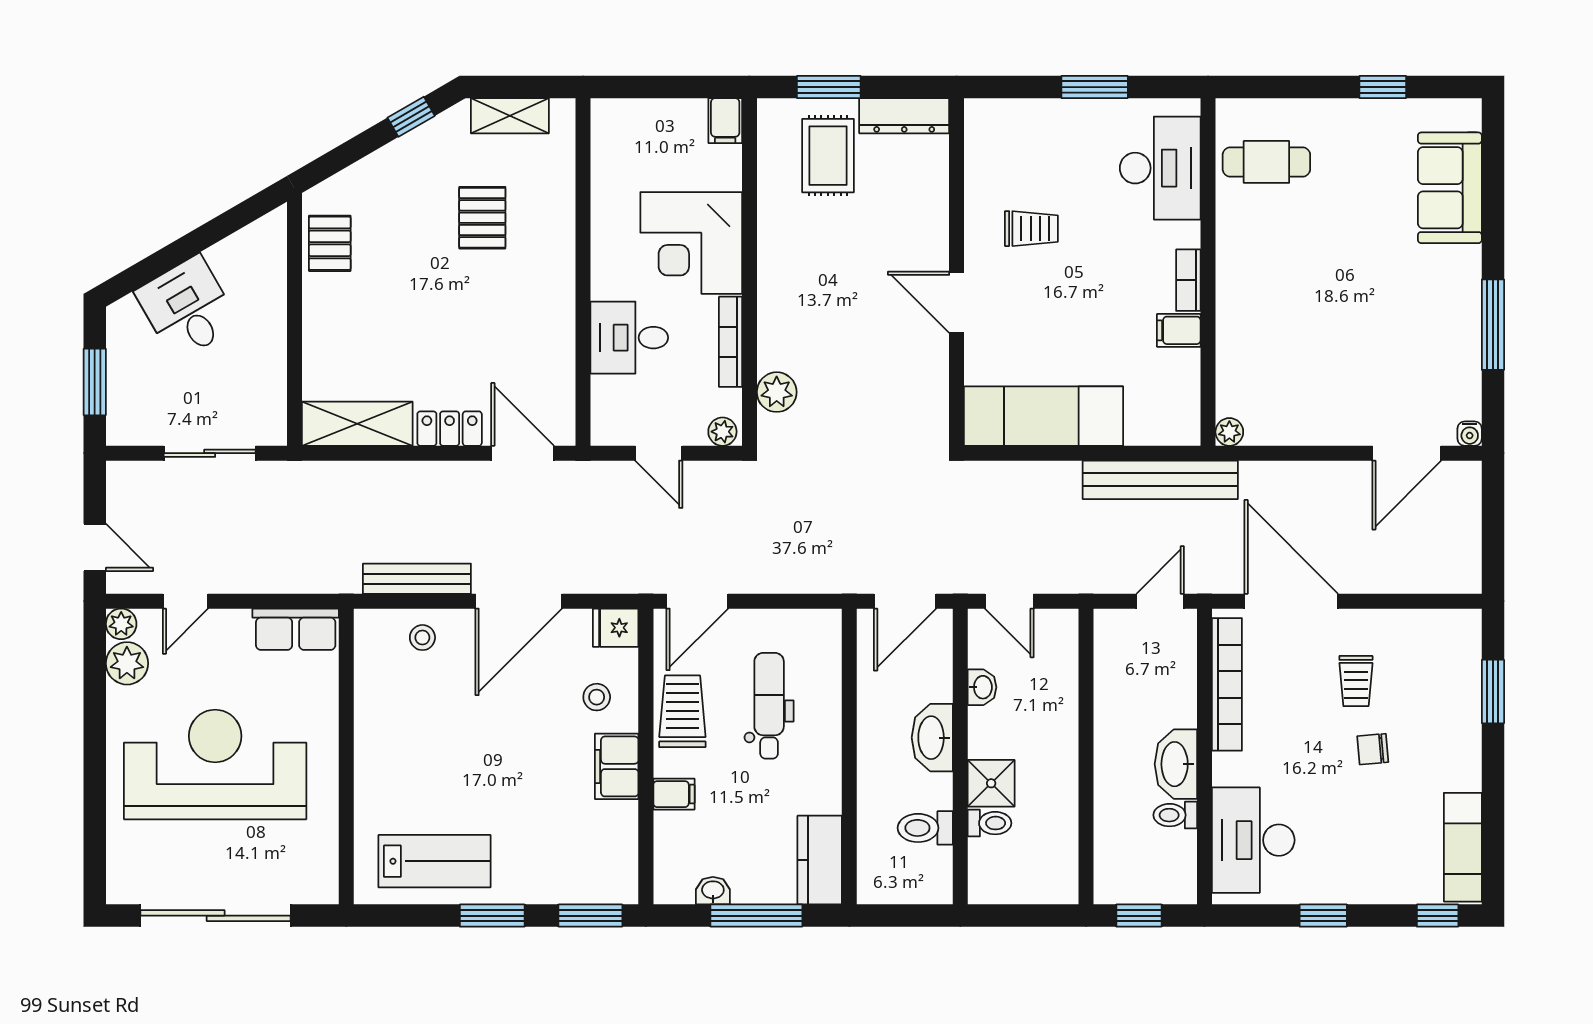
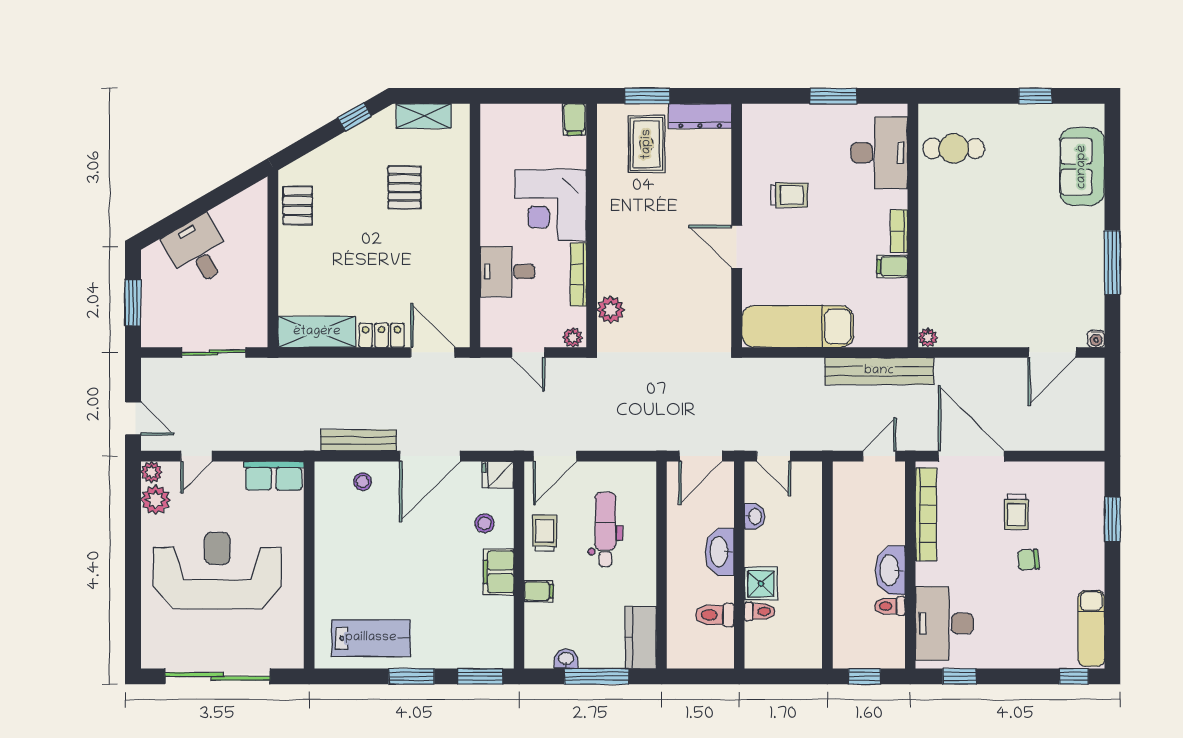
trolley: (682, 711) -> (545, 533), width x0.73, depth x0.72
window: (1323, 916) -> (959, 676), moved

